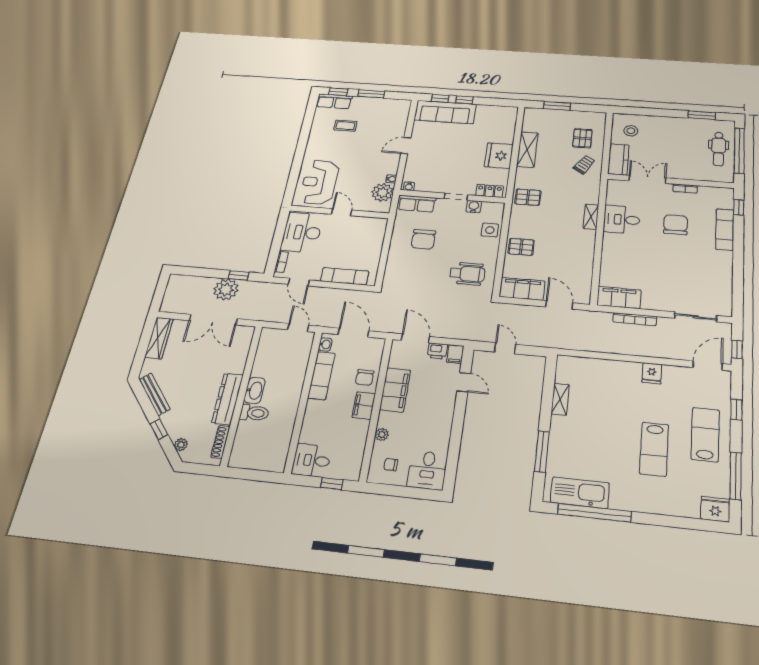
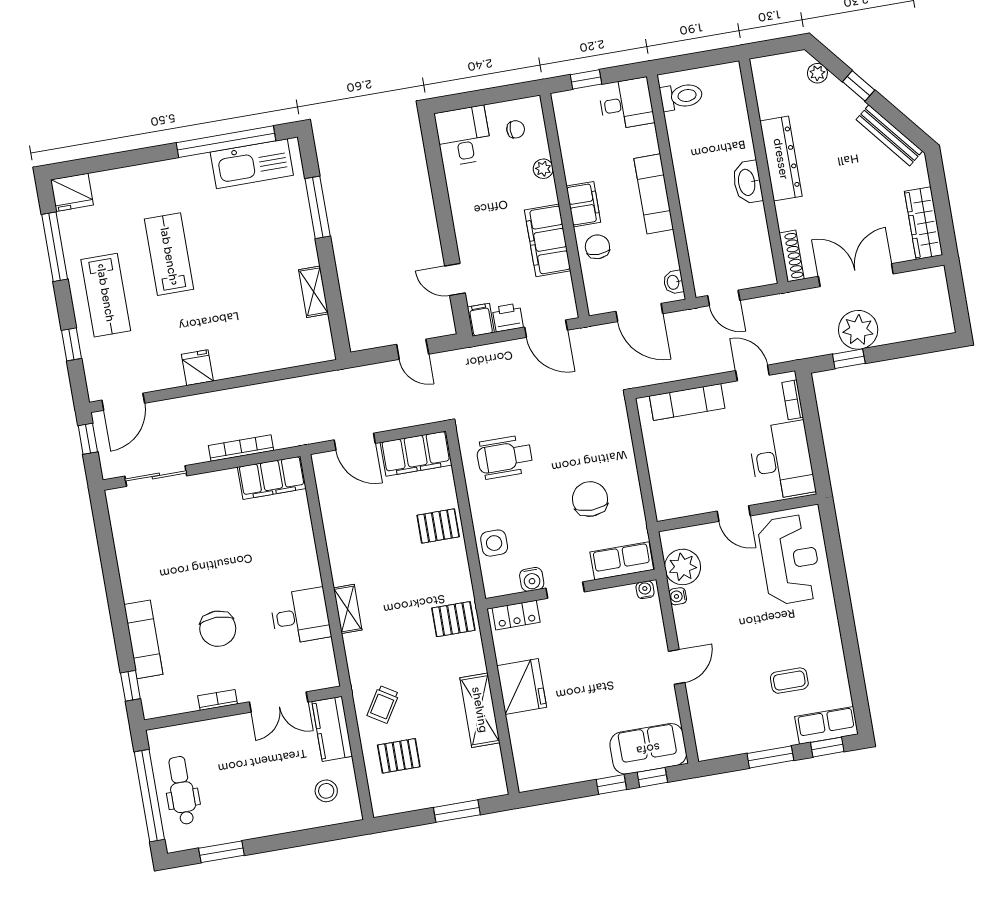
sofa: (445, 112) -> (648, 749), width x0.73
pallet: (582, 138) -> (399, 756), turned 90
exam couch: (321, 376) -> (654, 194), moved
toilet: (254, 413) -> (681, 96), moved, turned 180
shoe rack: (220, 442) -> (792, 256), moved

